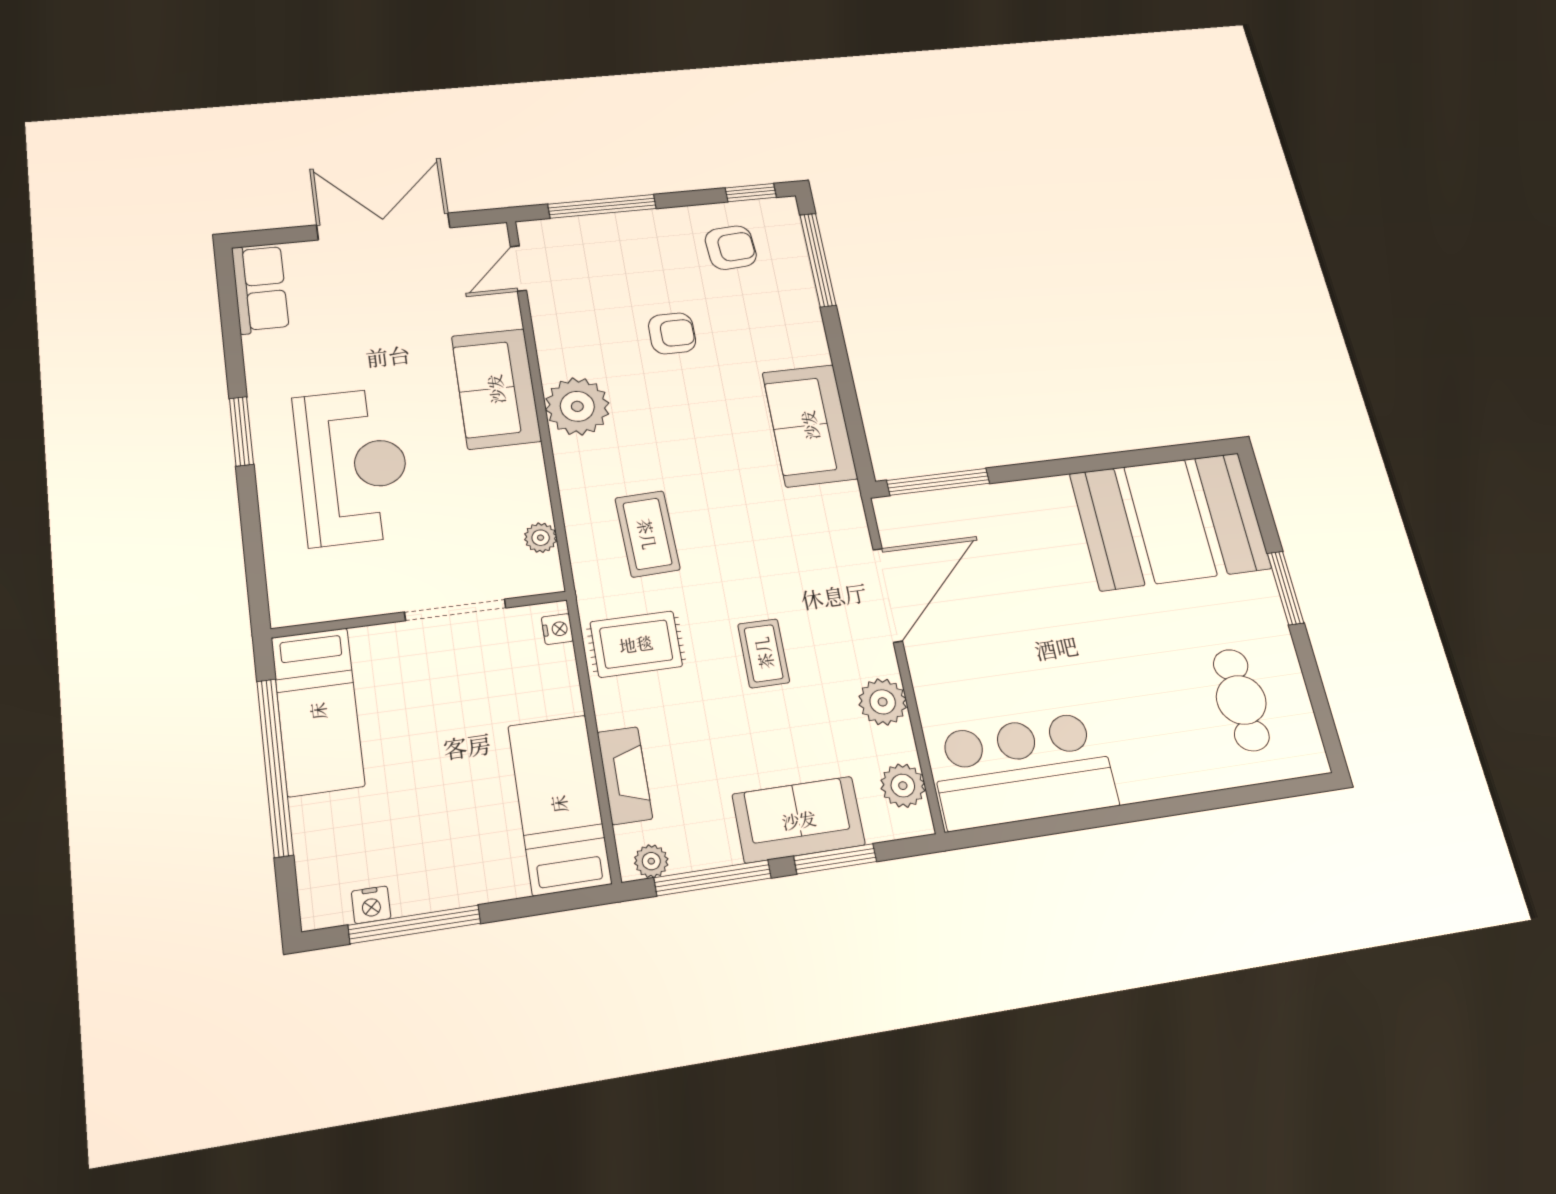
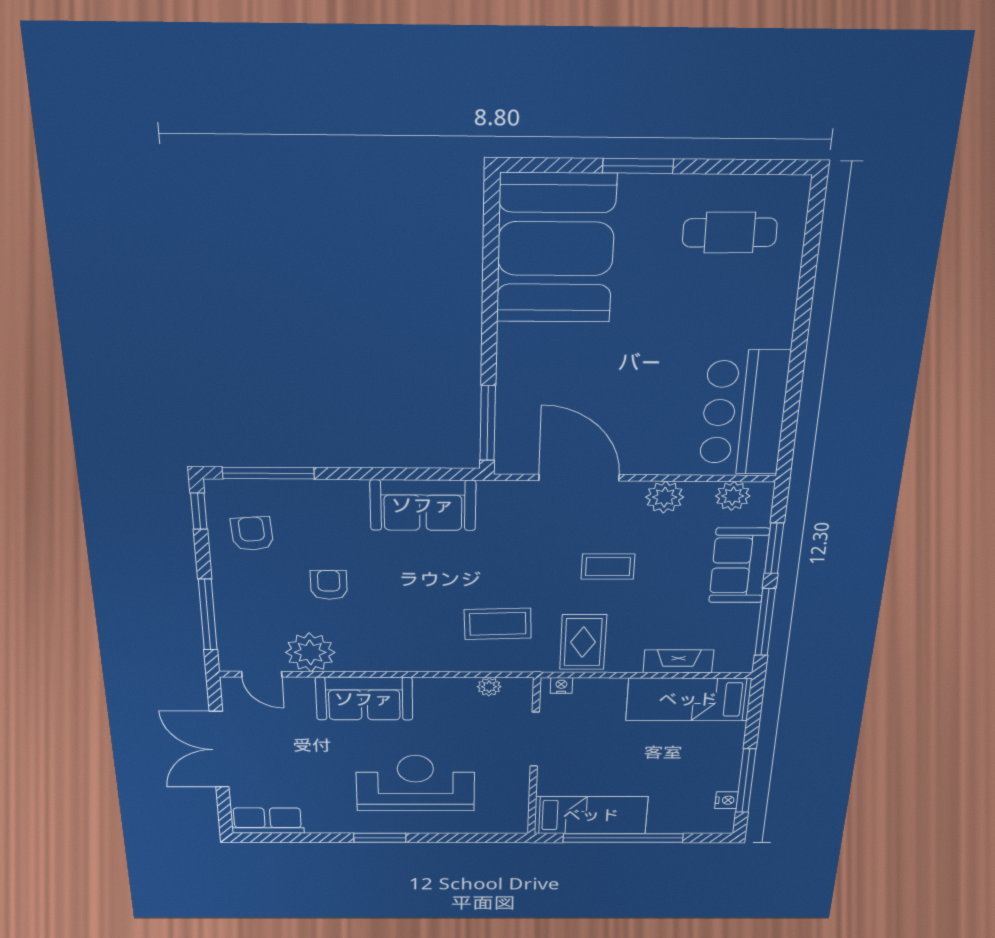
plant: (577, 406) -> (310, 652), moved
plant: (651, 861) -> (743, 655), removed

